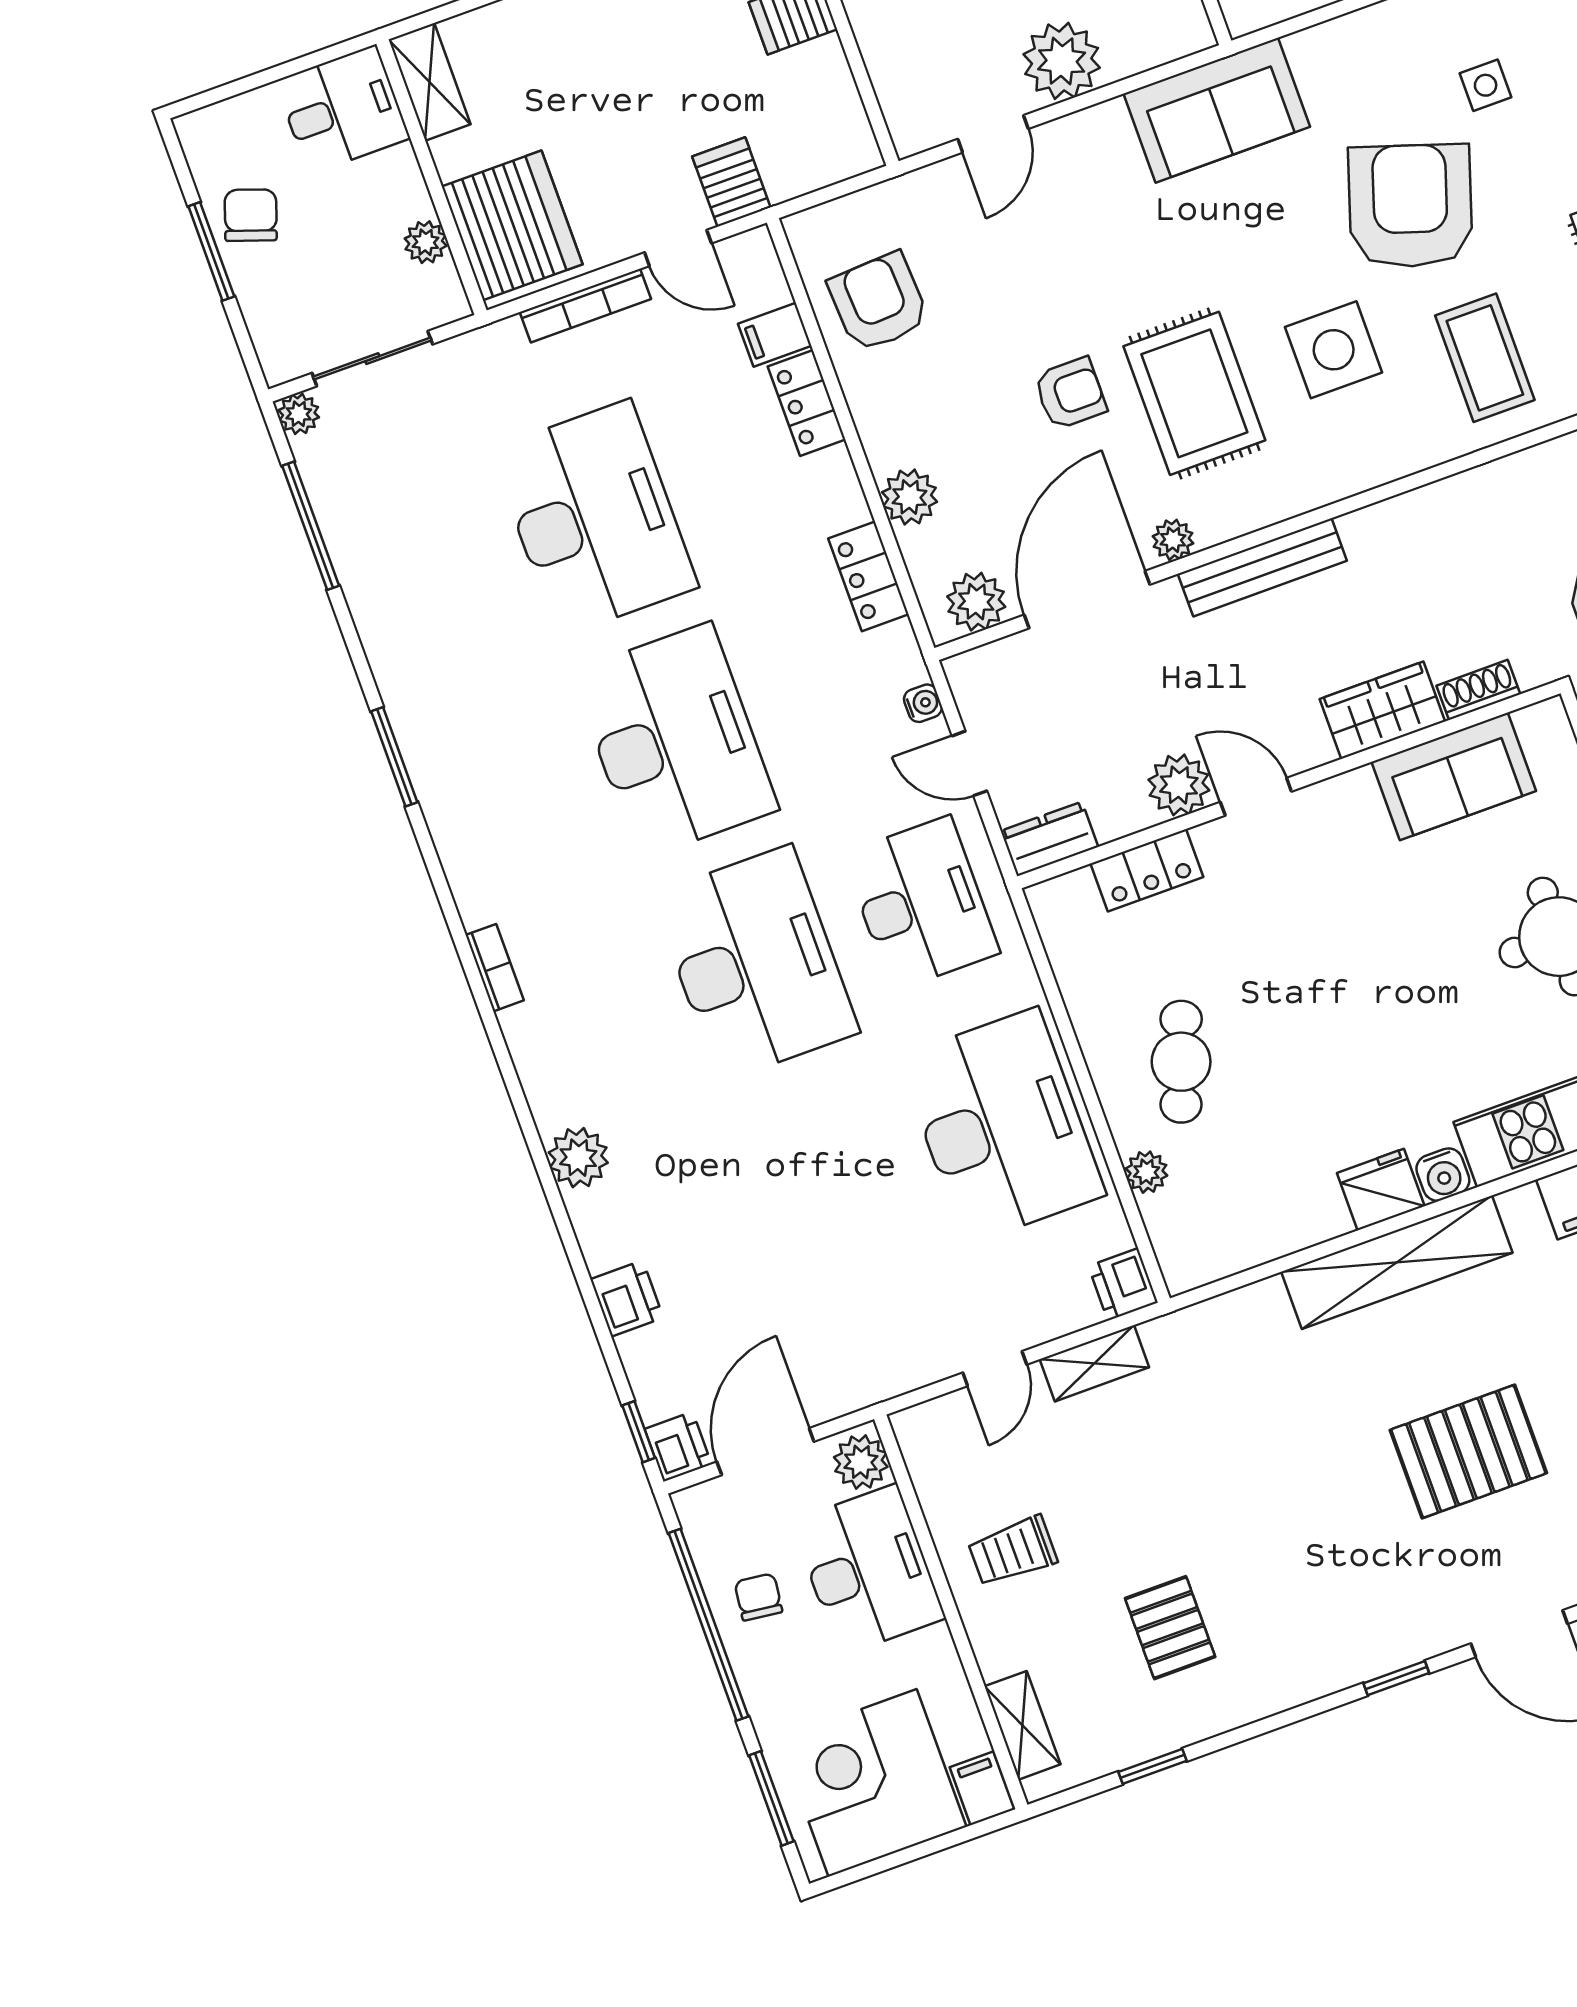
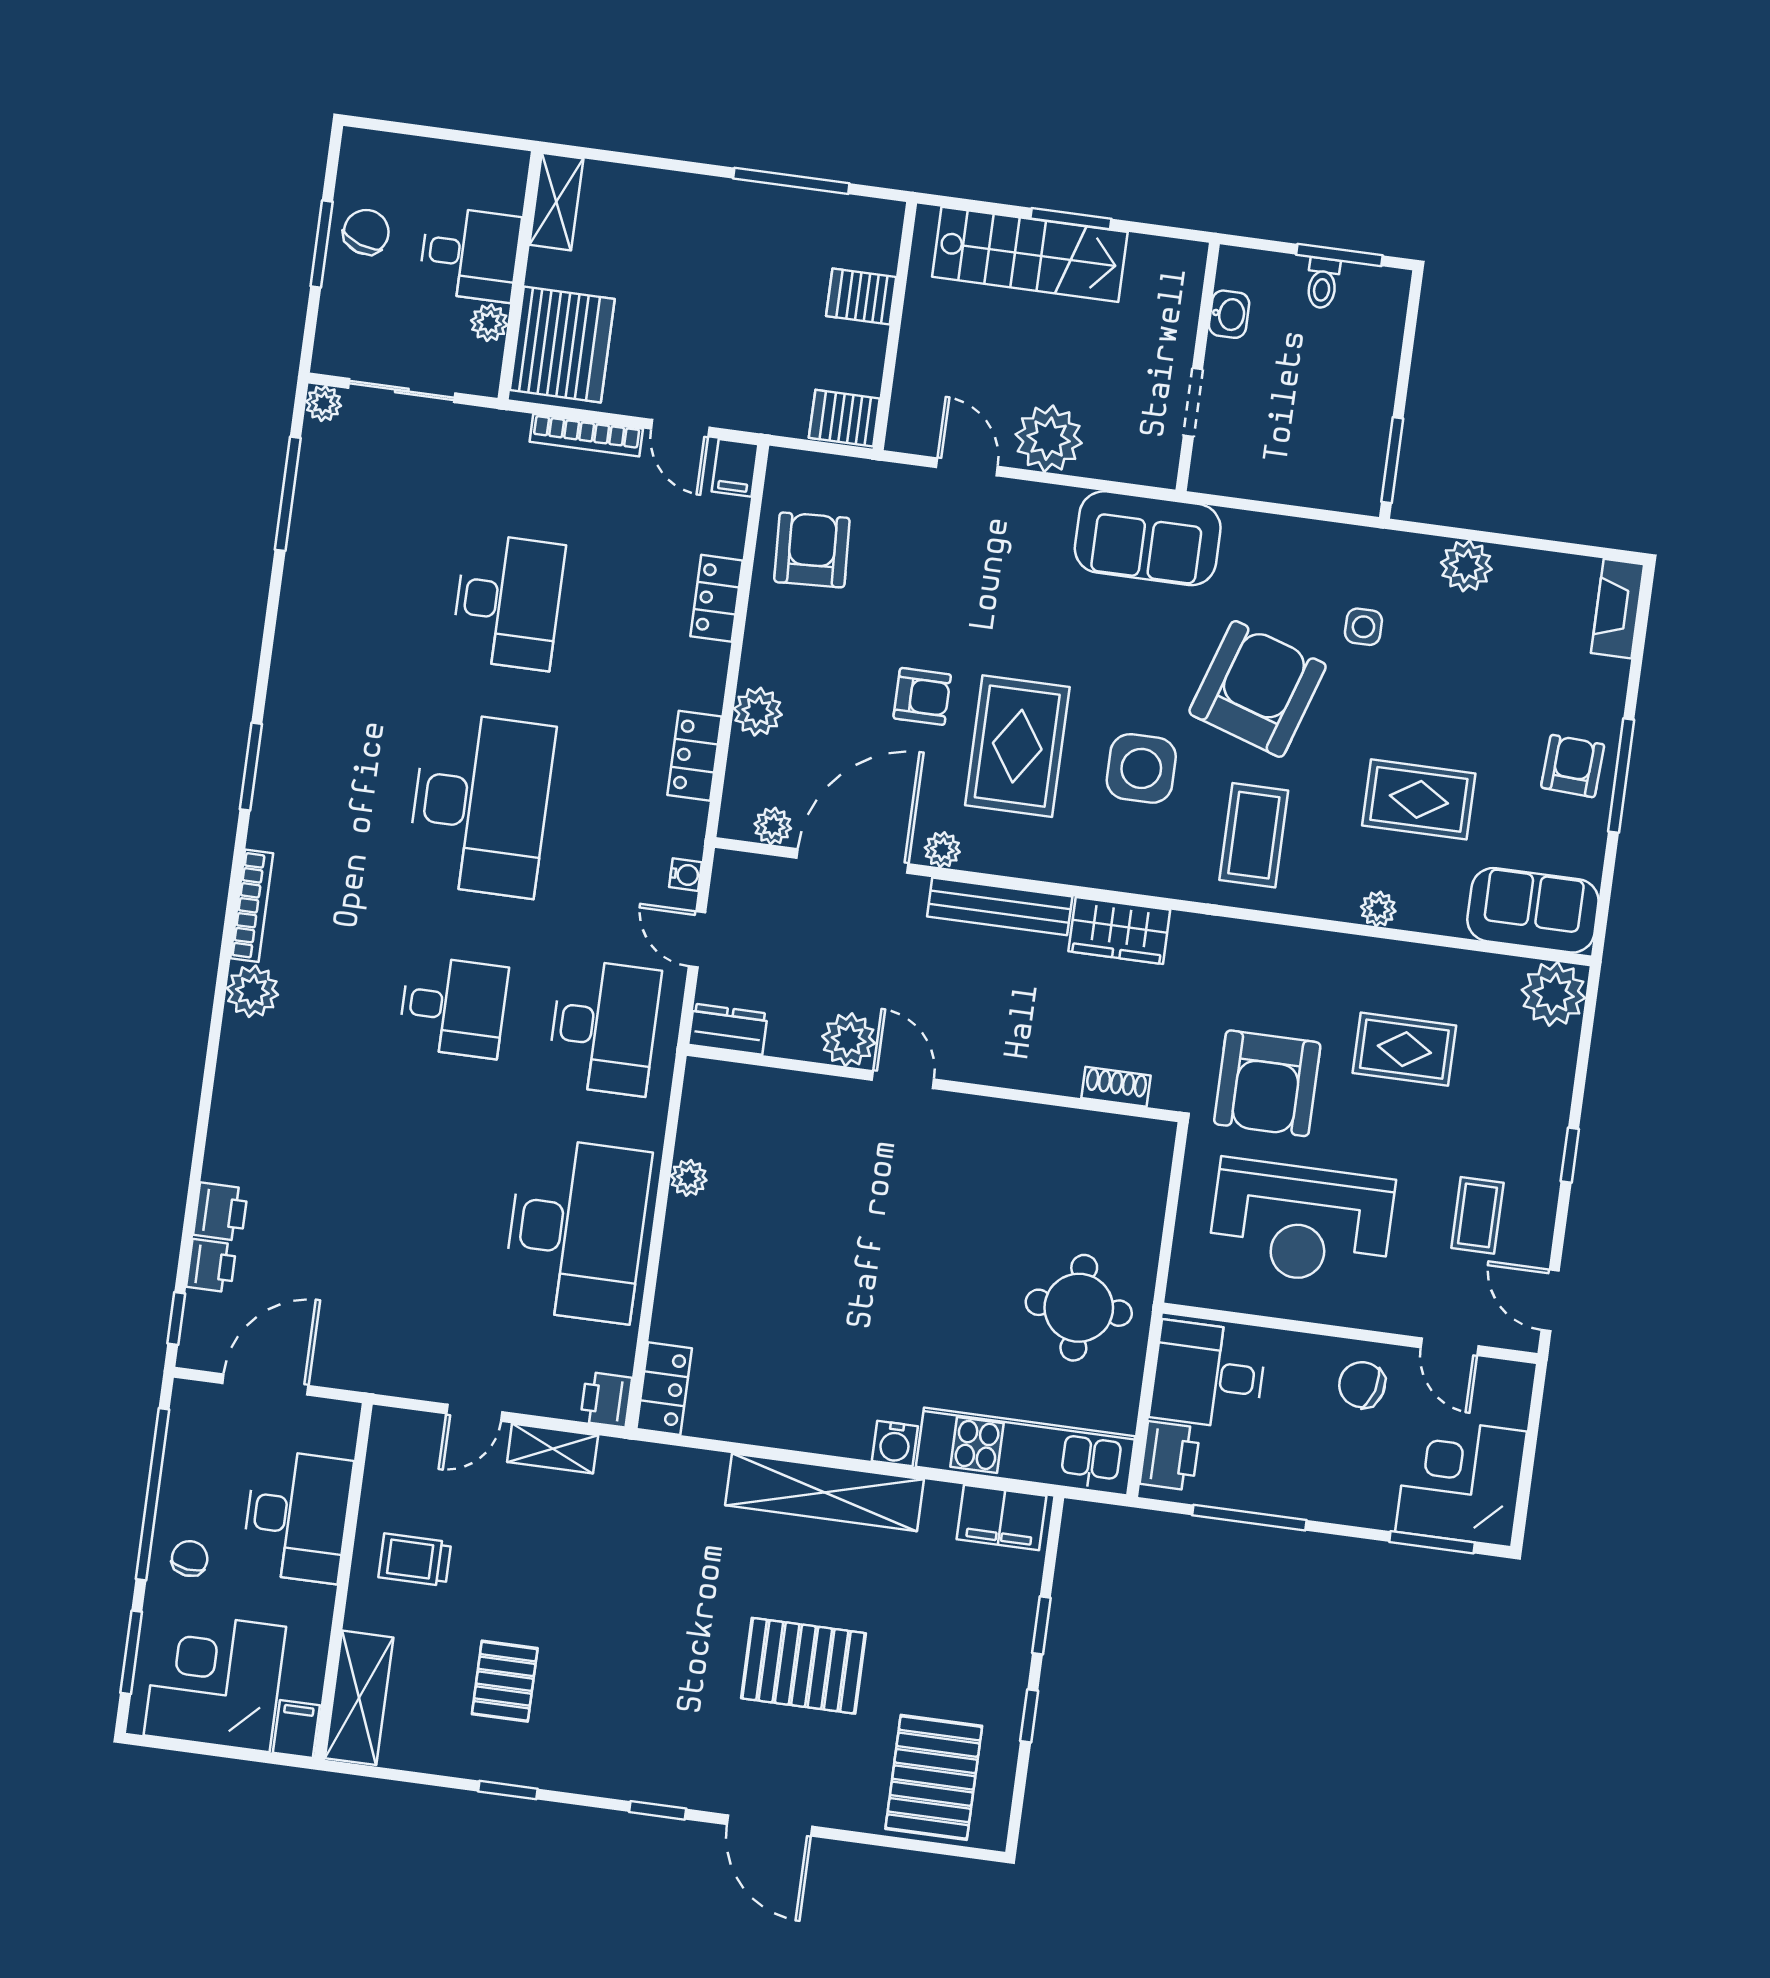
desk: (343, 110) -> (470, 254), moved
door: (993, 134) -> (967, 467), swing flipped
server rack: (731, 182) -> (844, 418), moved, turned -90
filing cabinet: (775, 335) -> (735, 468), moved, turned -90
desk: (594, 518) -> (508, 602), width x0.73, depth x0.77
plant: (976, 602) -> (773, 826), width x0.73, depth x0.73
wardrobe: (1382, 710) -> (1119, 931), moved, turned 180
window: (394, 757) -> (251, 767), moved
sofa: (1454, 776) -> (1063, 1143), removed
locker: (1147, 870) -> (664, 1389), moved, turned -90
desk: (755, 963) -> (453, 1007), width x0.53, depth x0.77
bookcase: (495, 968) -> (252, 906), width x1.56
cafe table: (1181, 1062) -> (740, 1252), removed
plant: (578, 1158) -> (252, 991), moved
plant: (1147, 1172) -> (689, 1178), moved
fridge: (1381, 1190) -> (841, 1430), removed
printer: (678, 1447) -> (211, 1266), moved
plant: (861, 1462) -> (334, 1431), removed
chair: (758, 1597) -> (190, 1559), moved
shelving: (1023, 1725) -> (359, 1698), width x1.50, depth x1.33
window: (1153, 1766) -> (508, 1790), moved

